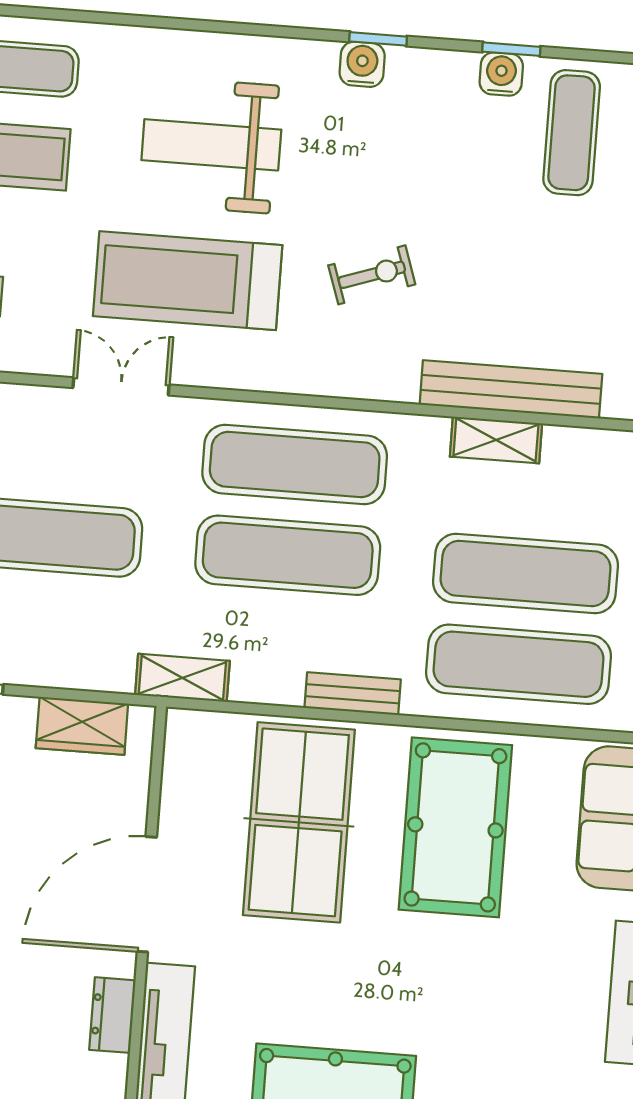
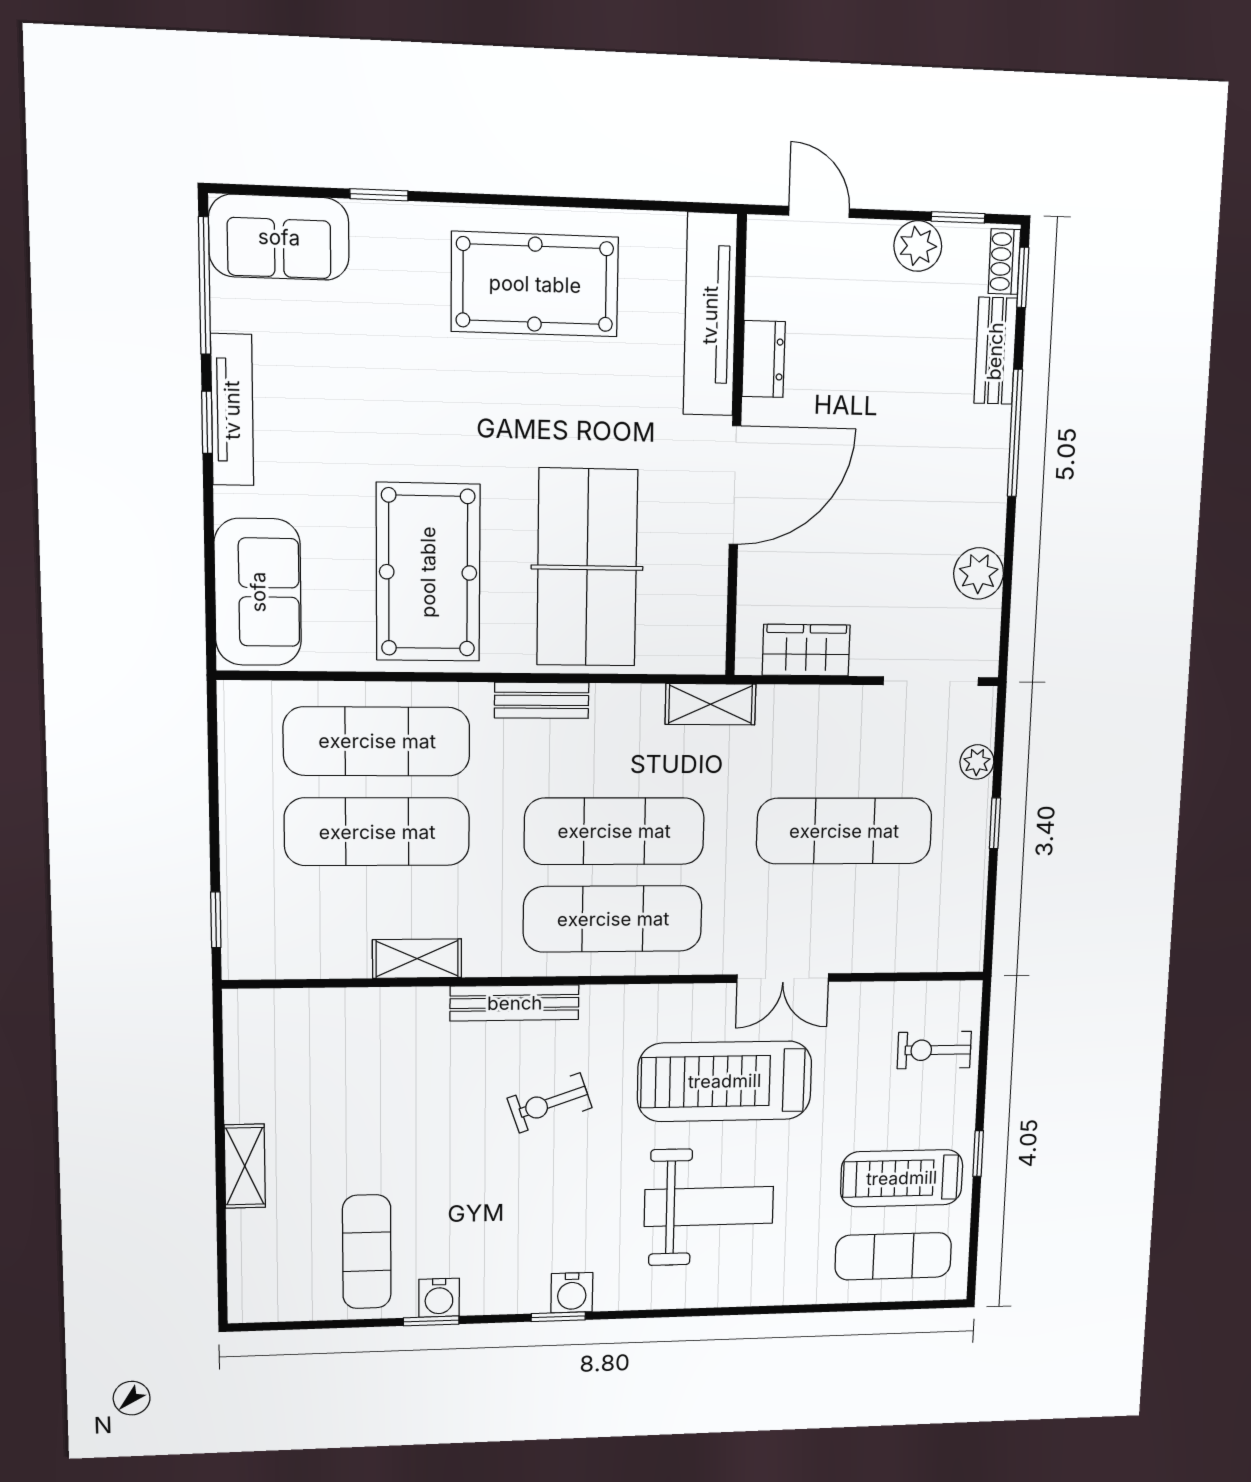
treadmill: (188, 281) -> (725, 1081), turned 180
bench: (511, 389) -> (515, 1003), moved, width x0.73, depth x0.82

